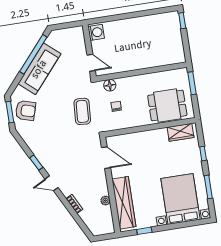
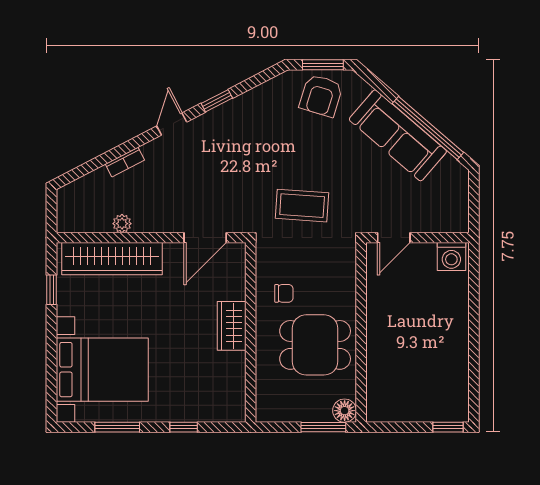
floor lamp: (110, 85) -> (345, 411), moved
dining table: (167, 105) -> (315, 345), moved, turned 90
chair: (116, 106) -> (284, 293), moved
wardrobe: (180, 132) -> (232, 326), moved

